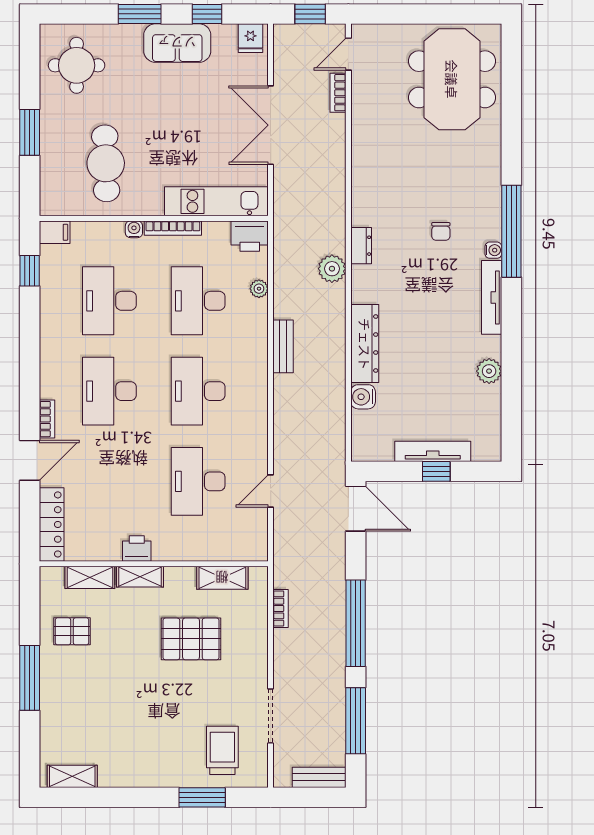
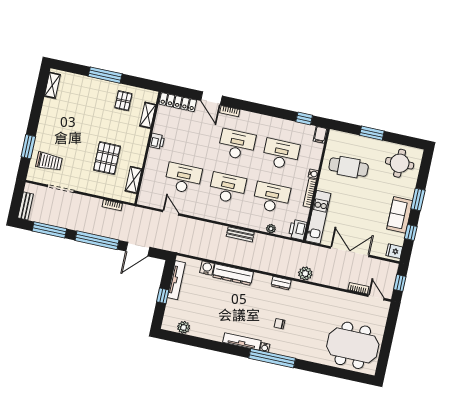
plant: (332, 269) -> (305, 274), moved
plant: (489, 371) -> (184, 327), moved
tv unit: (433, 451) -> (176, 280), moved
door: (356, 509) -> (138, 249), moved
shelving: (140, 577) -> (143, 140), removed

